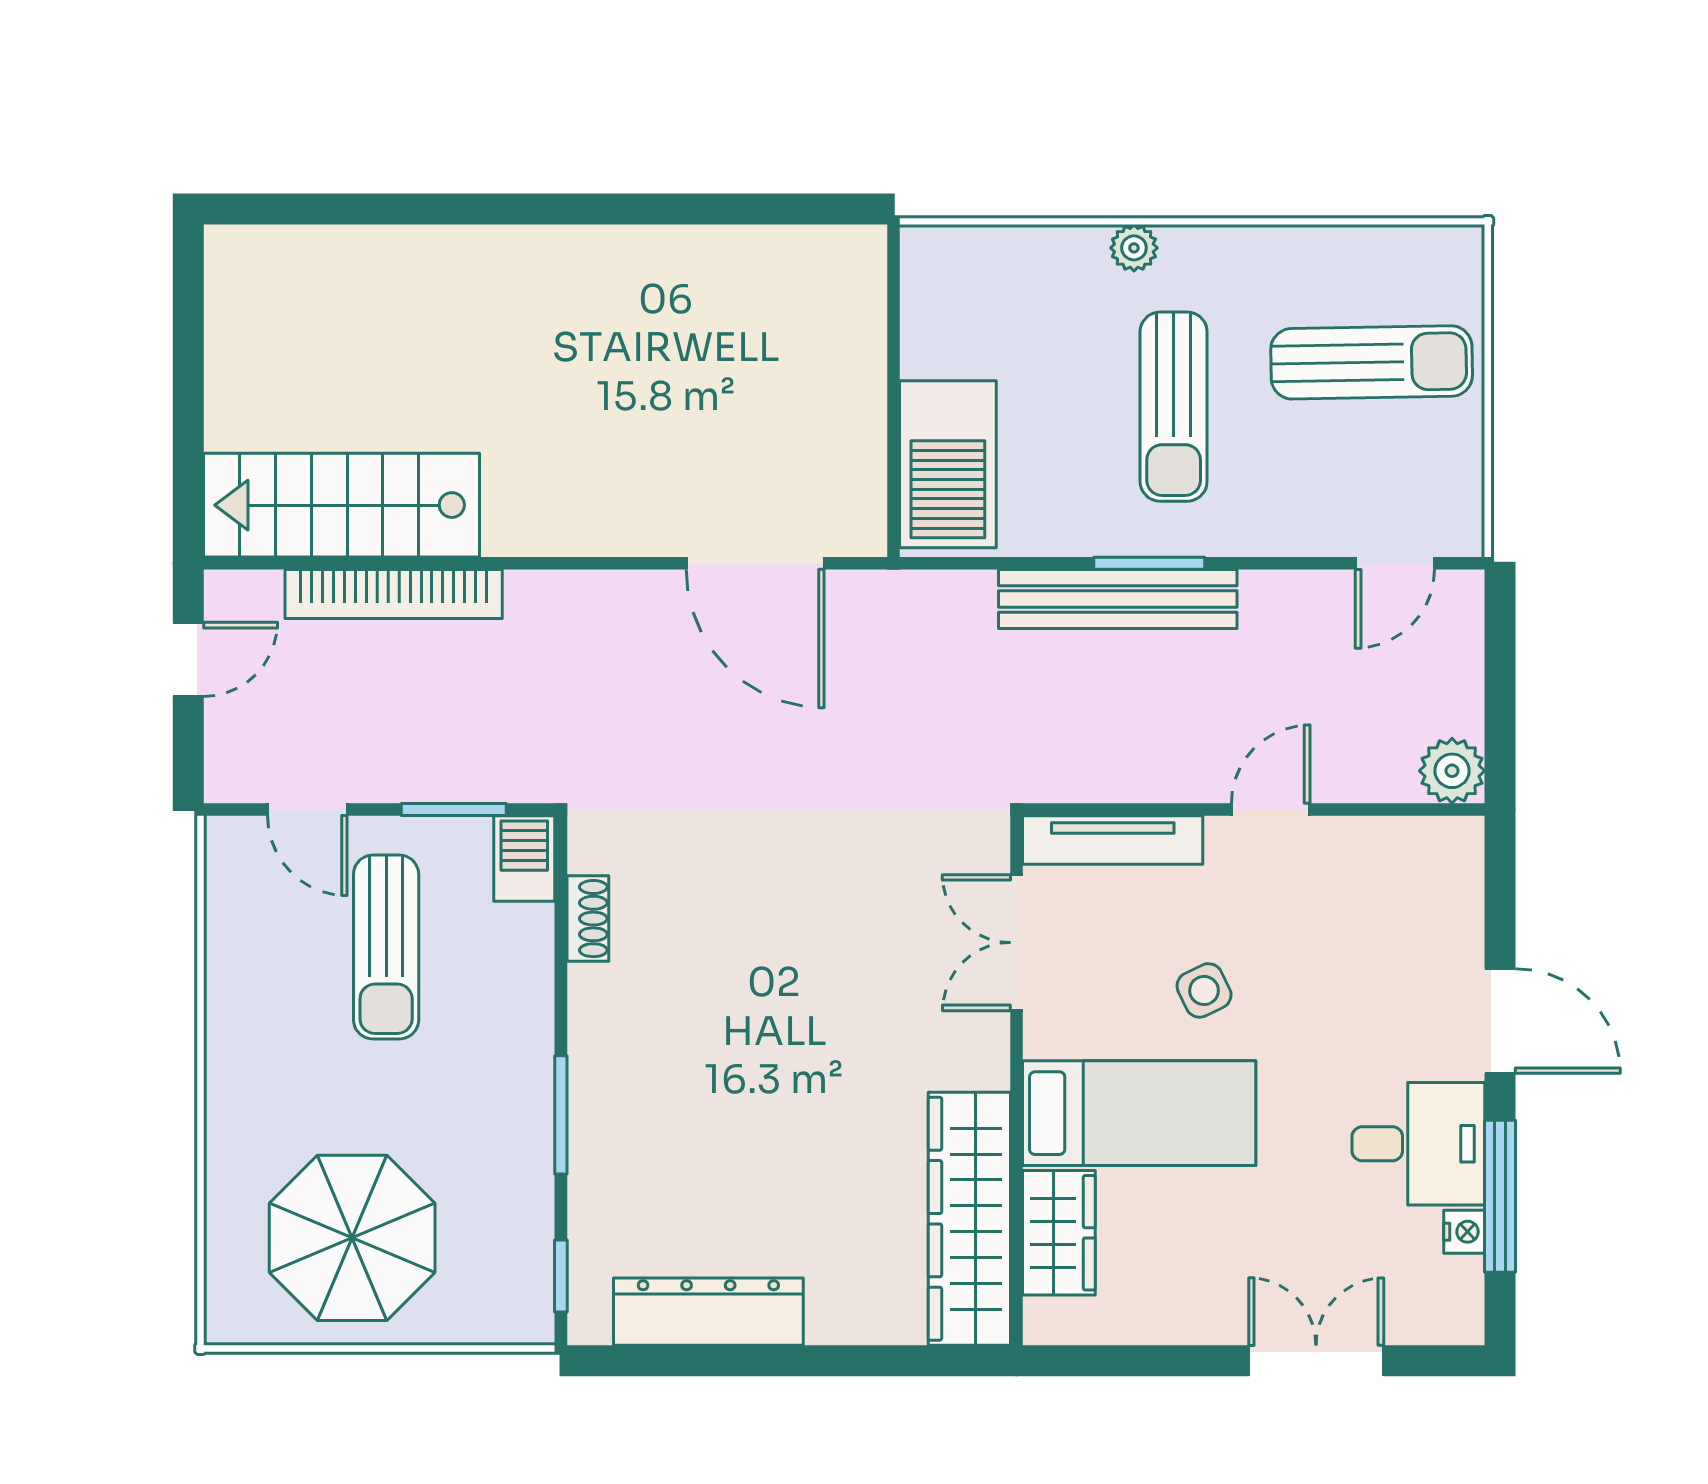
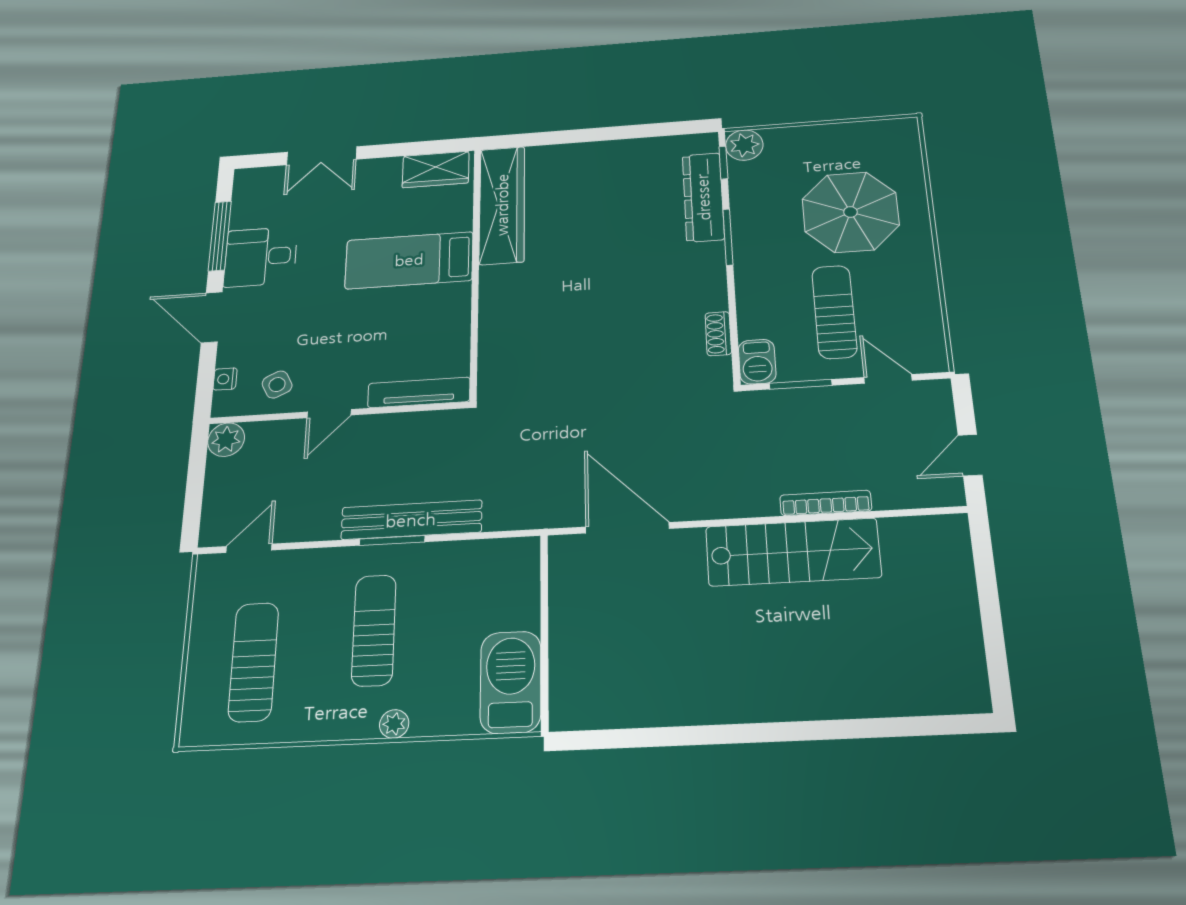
sun lounger: (1372, 362) -> (253, 662), turned 91
barbecue: (948, 464) -> (511, 682), moved
stairs: (342, 505) -> (793, 552), moved
bookcase: (394, 594) -> (826, 503), width x0.68, depth x0.76
double door: (1017, 943) -> (474, 338), removed
side table: (1204, 990) -> (277, 385), moved
nightstand: (1464, 1232) -> (225, 379), moved
wardrobe: (1059, 1233) -> (436, 169), moved, turned -90
parasol: (352, 1238) -> (850, 212), moved
plant: (521, 1311) -> (744, 145), added
dresser: (708, 1312) -> (703, 197), moved, turned 90

